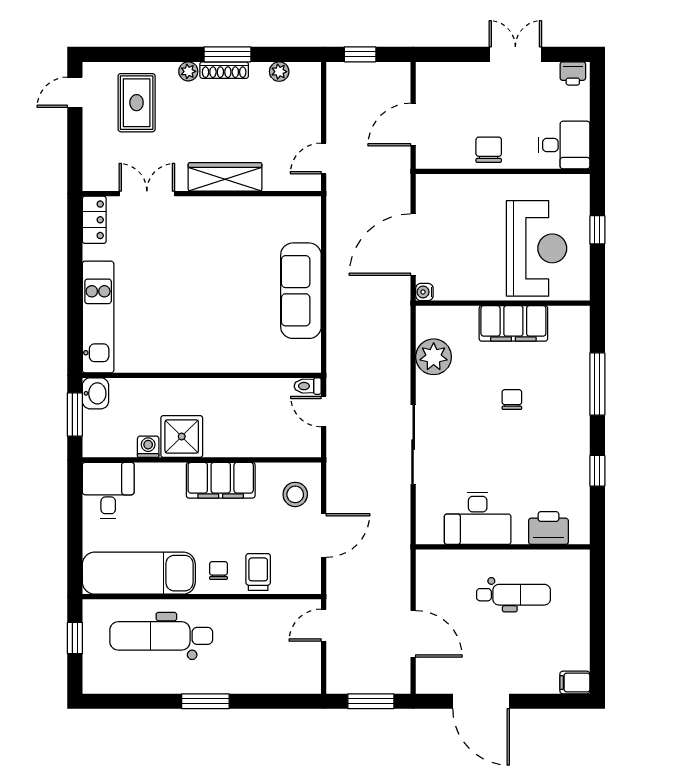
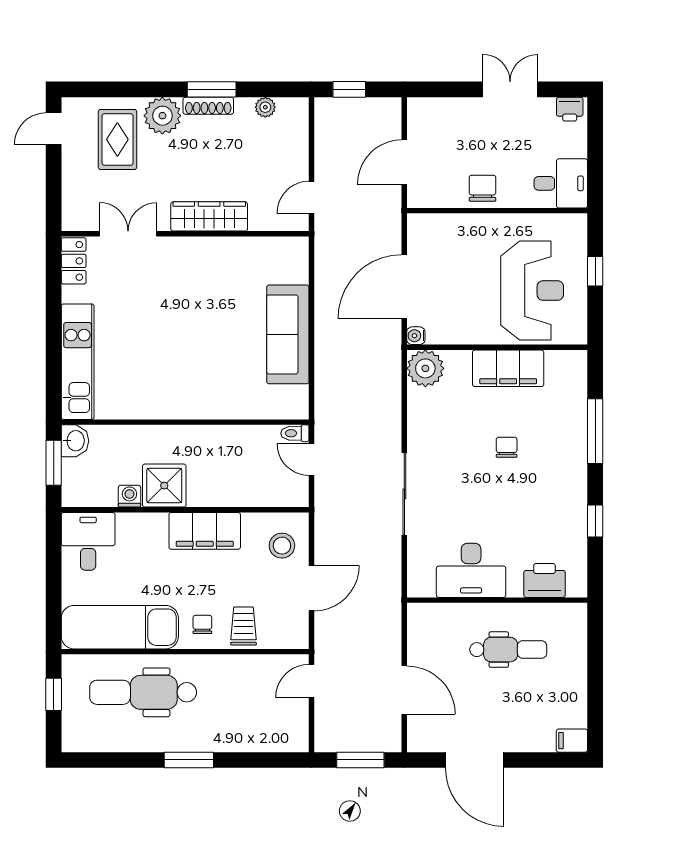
plant: (188, 71) -> (162, 116), width x1.88, depth x1.88
plant: (434, 357) -> (425, 368), moved

